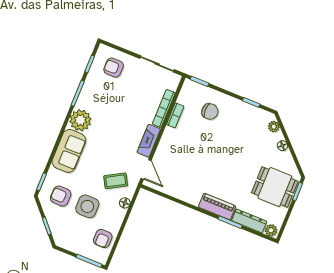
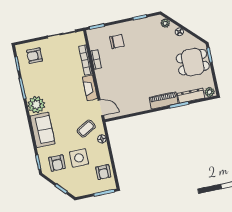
armchair: (61, 196) -> (57, 163), turned -91

